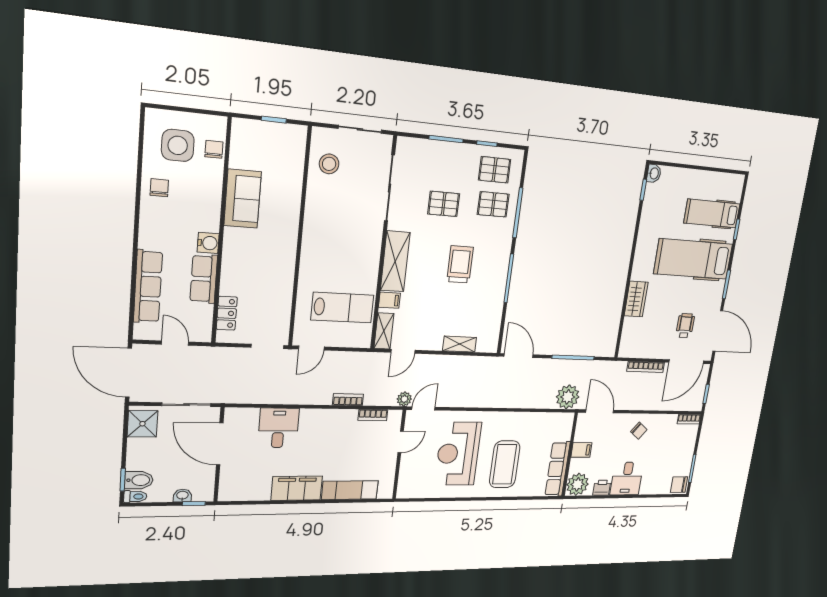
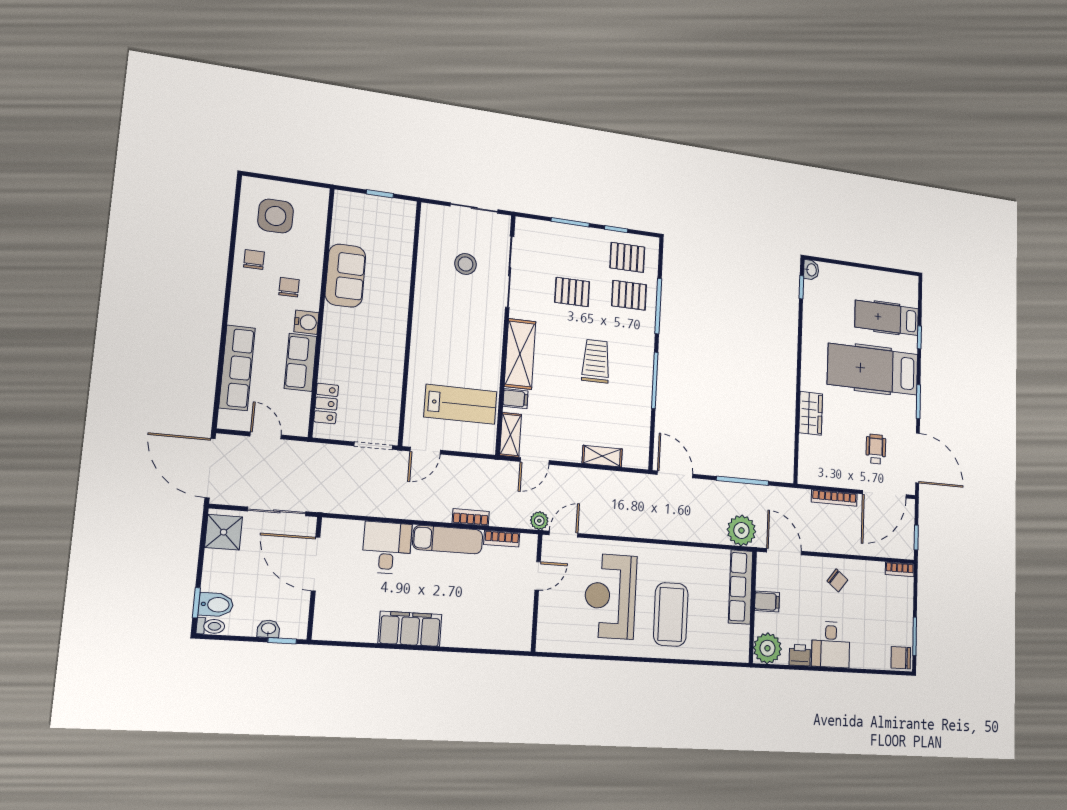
chair: (214, 149) -> (289, 287), moved
stool: (329, 164) -> (466, 264), moved
row of seats: (558, 469) -> (741, 587), moved
exam couch: (350, 490) -> (448, 540), moved, turned 180

